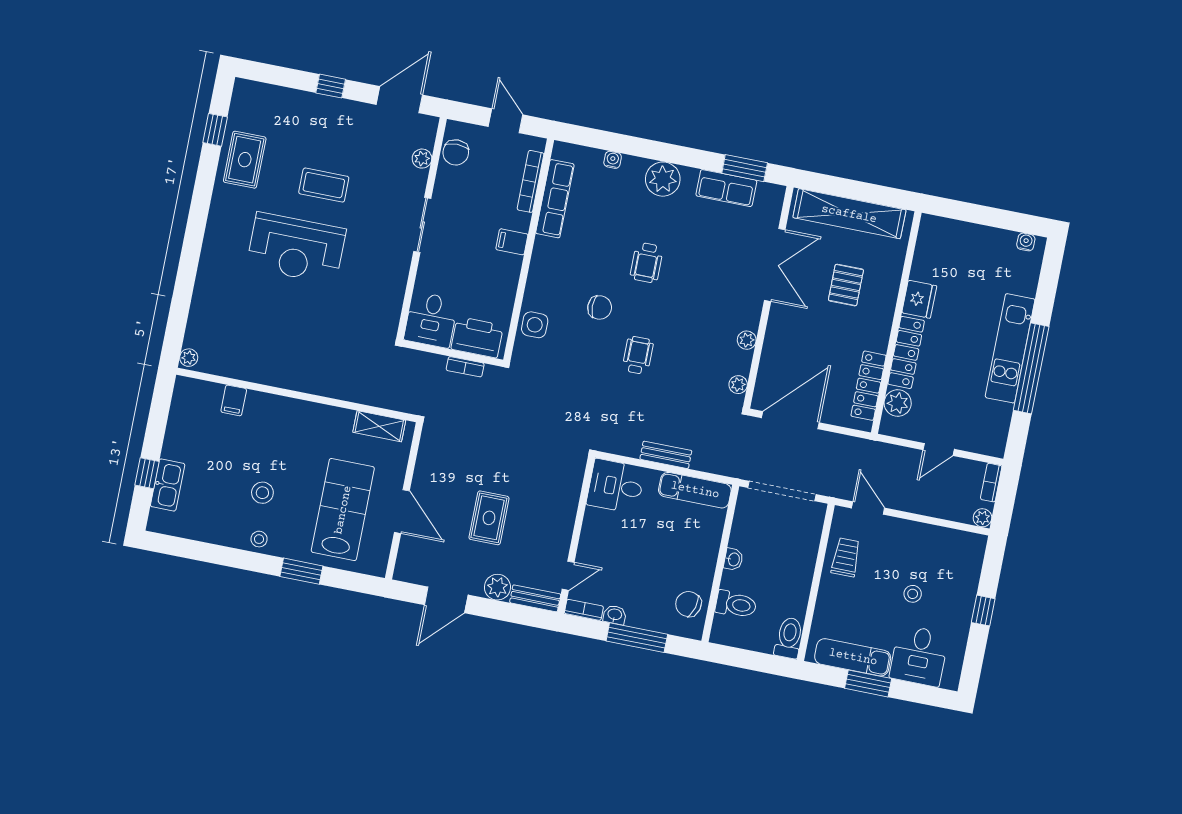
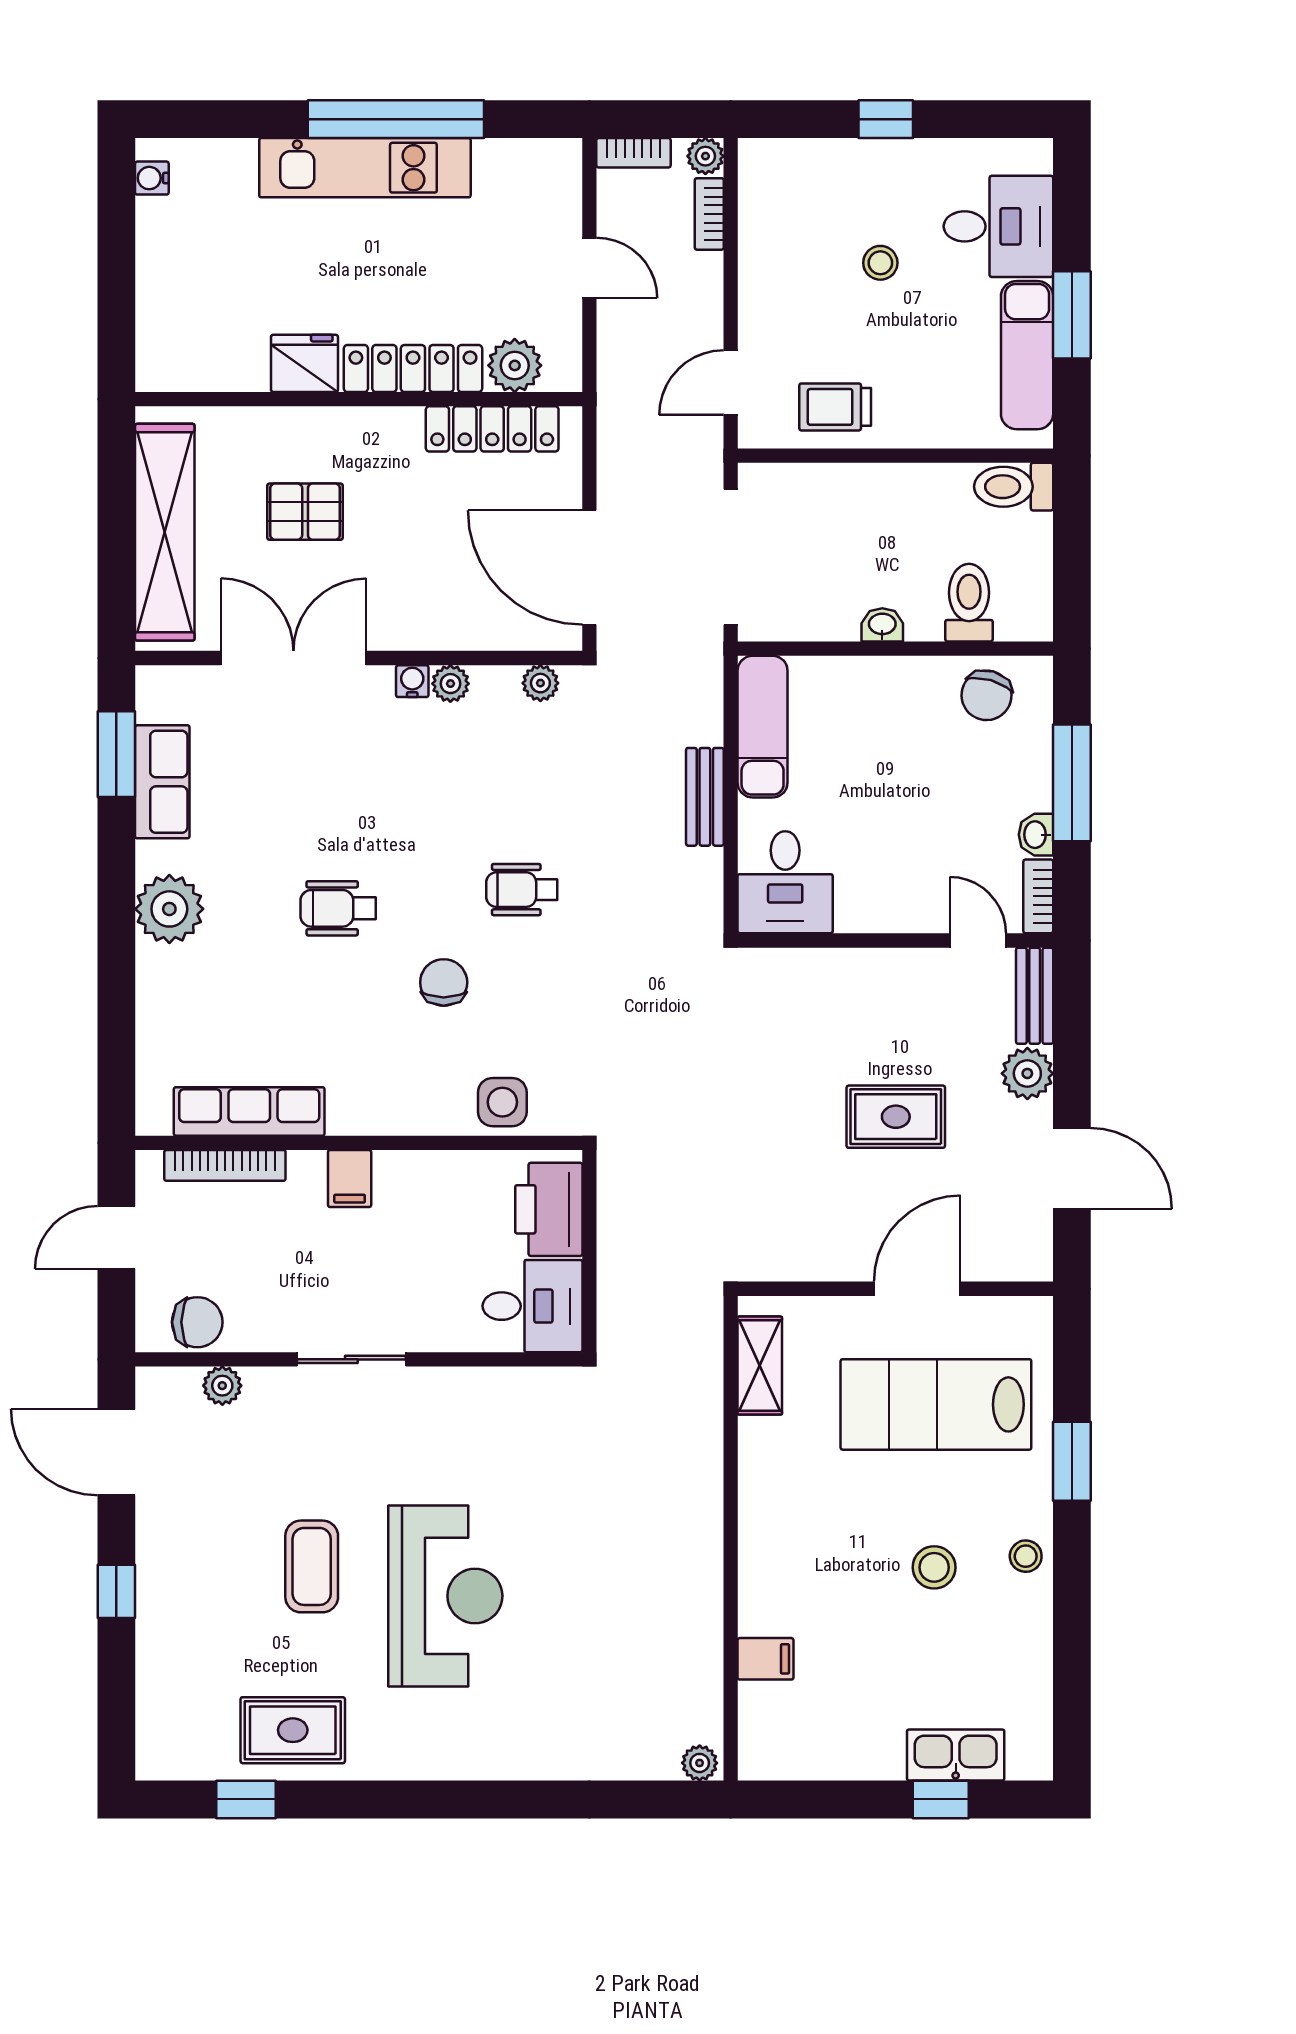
water cooler: (613, 160) -> (412, 681), moved, turned 90
wheelchair: (647, 263) -> (338, 908), turned 180
bookcase: (465, 367) -> (709, 214), moved, turned 180

